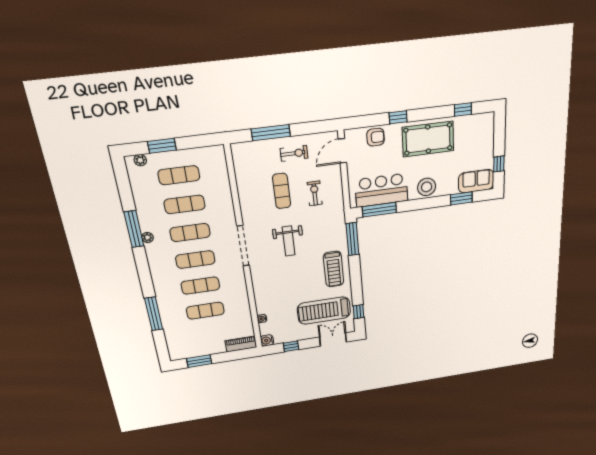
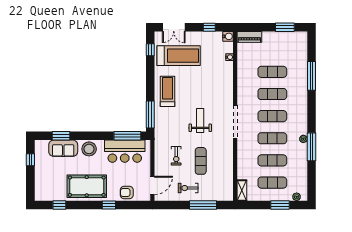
shelving: (220, 159) -> (242, 190), added
sofa: (476, 181) -> (63, 148), moved

